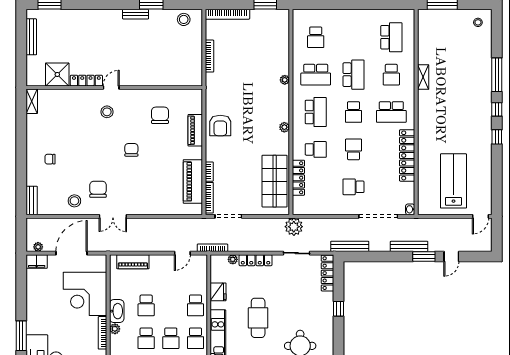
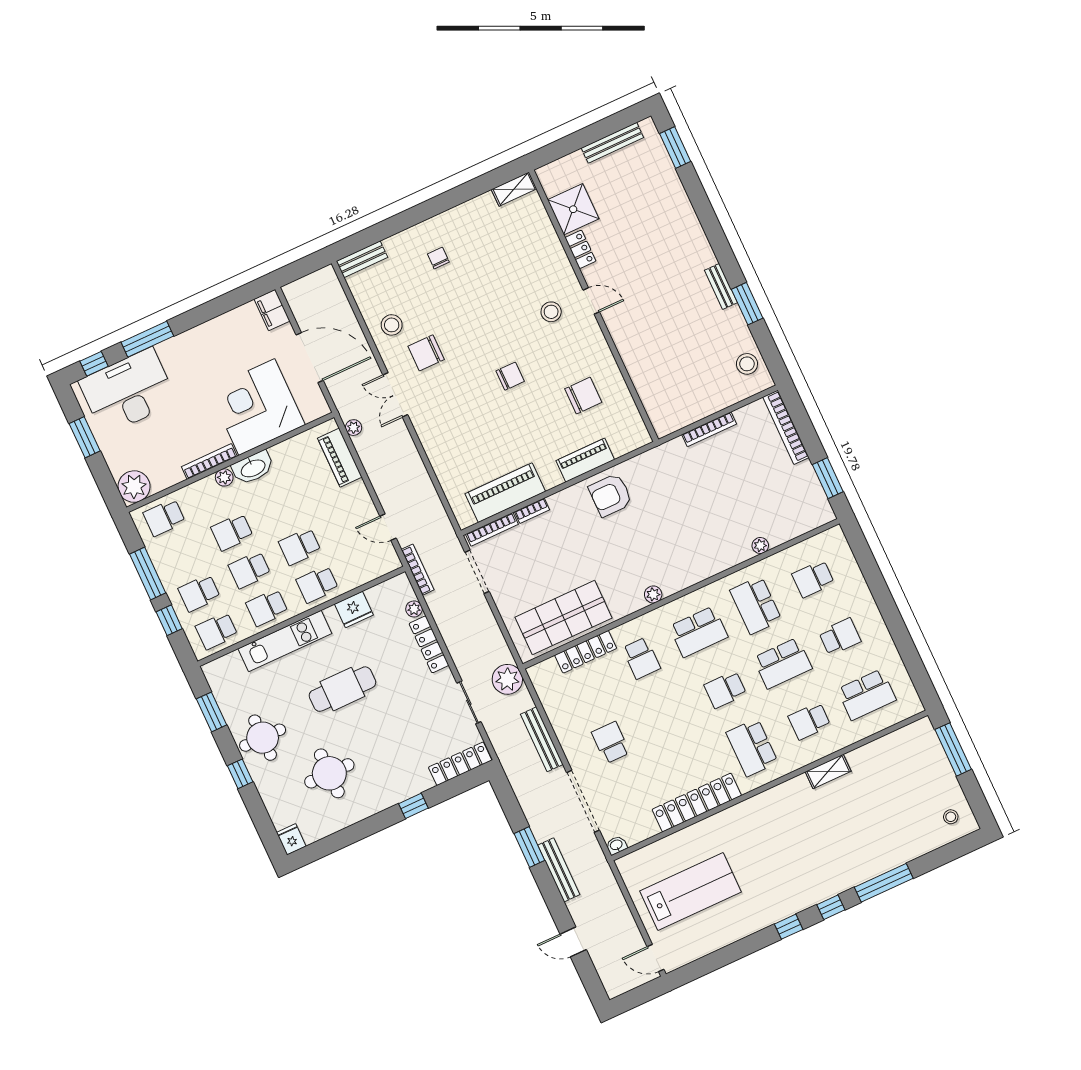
plant: (285, 80) -> (760, 546), moved
locker: (86, 81) -> (580, 249), width x0.66
school desk: (354, 149) -> (840, 637), moved
chair: (98, 189) -> (426, 353), turned 180
bench: (350, 246) -> (542, 739), moved
plant: (38, 247) -> (354, 428), moved
window: (424, 257) -> (529, 847), moved
school desk: (146, 305) -> (300, 547), moved

